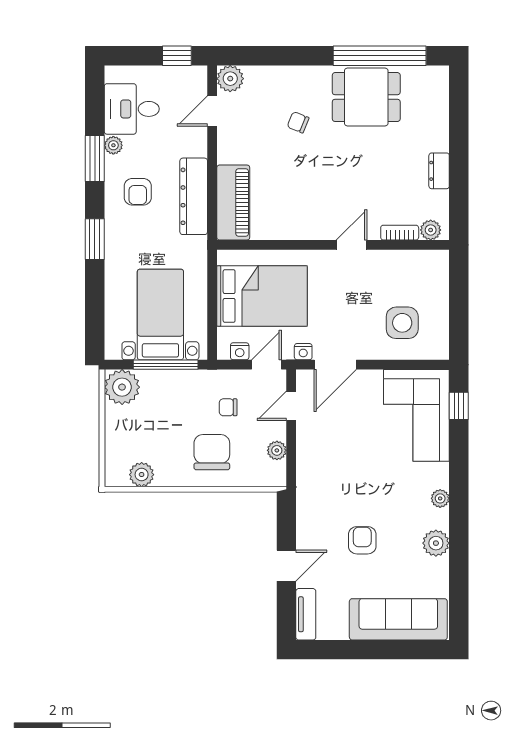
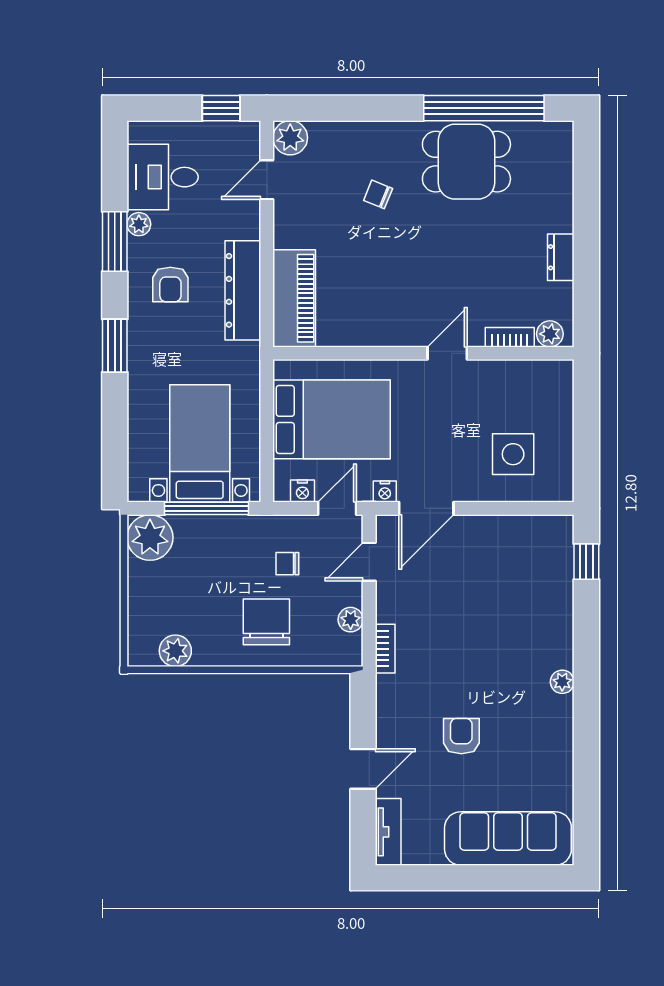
corner sofa: (416, 415) -> (531, 574), removed
bookcase: (303, 473) -> (385, 649), added
plant: (436, 543) -> (557, 740), removed

